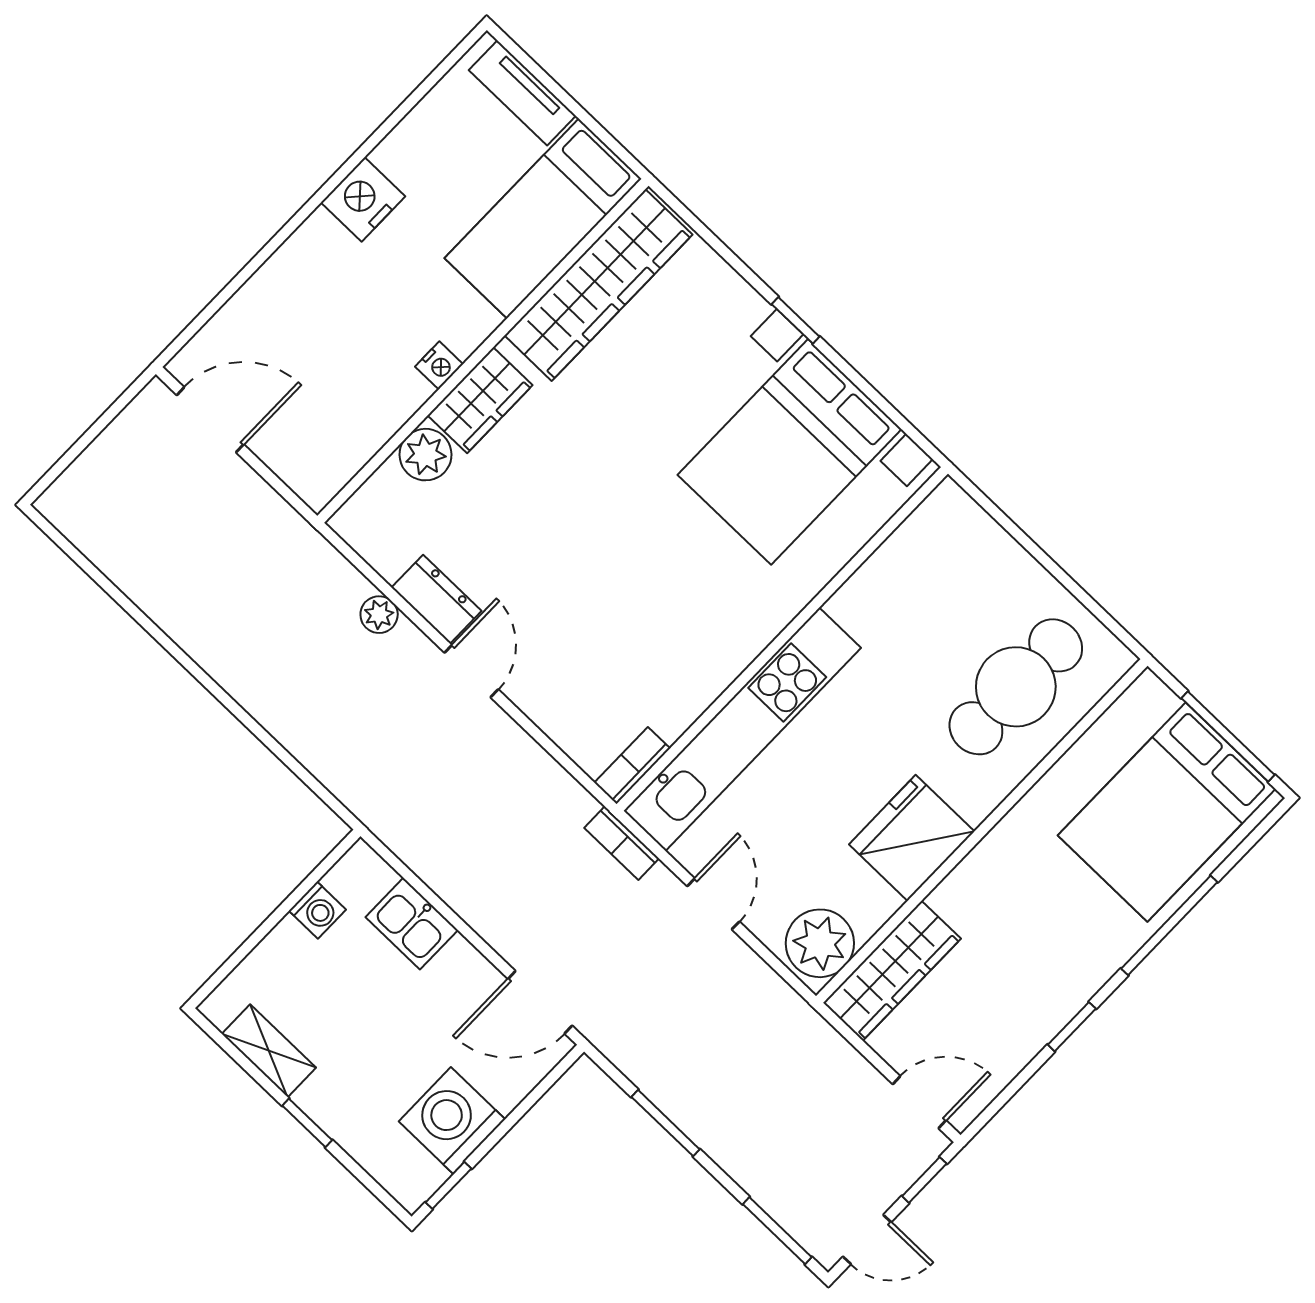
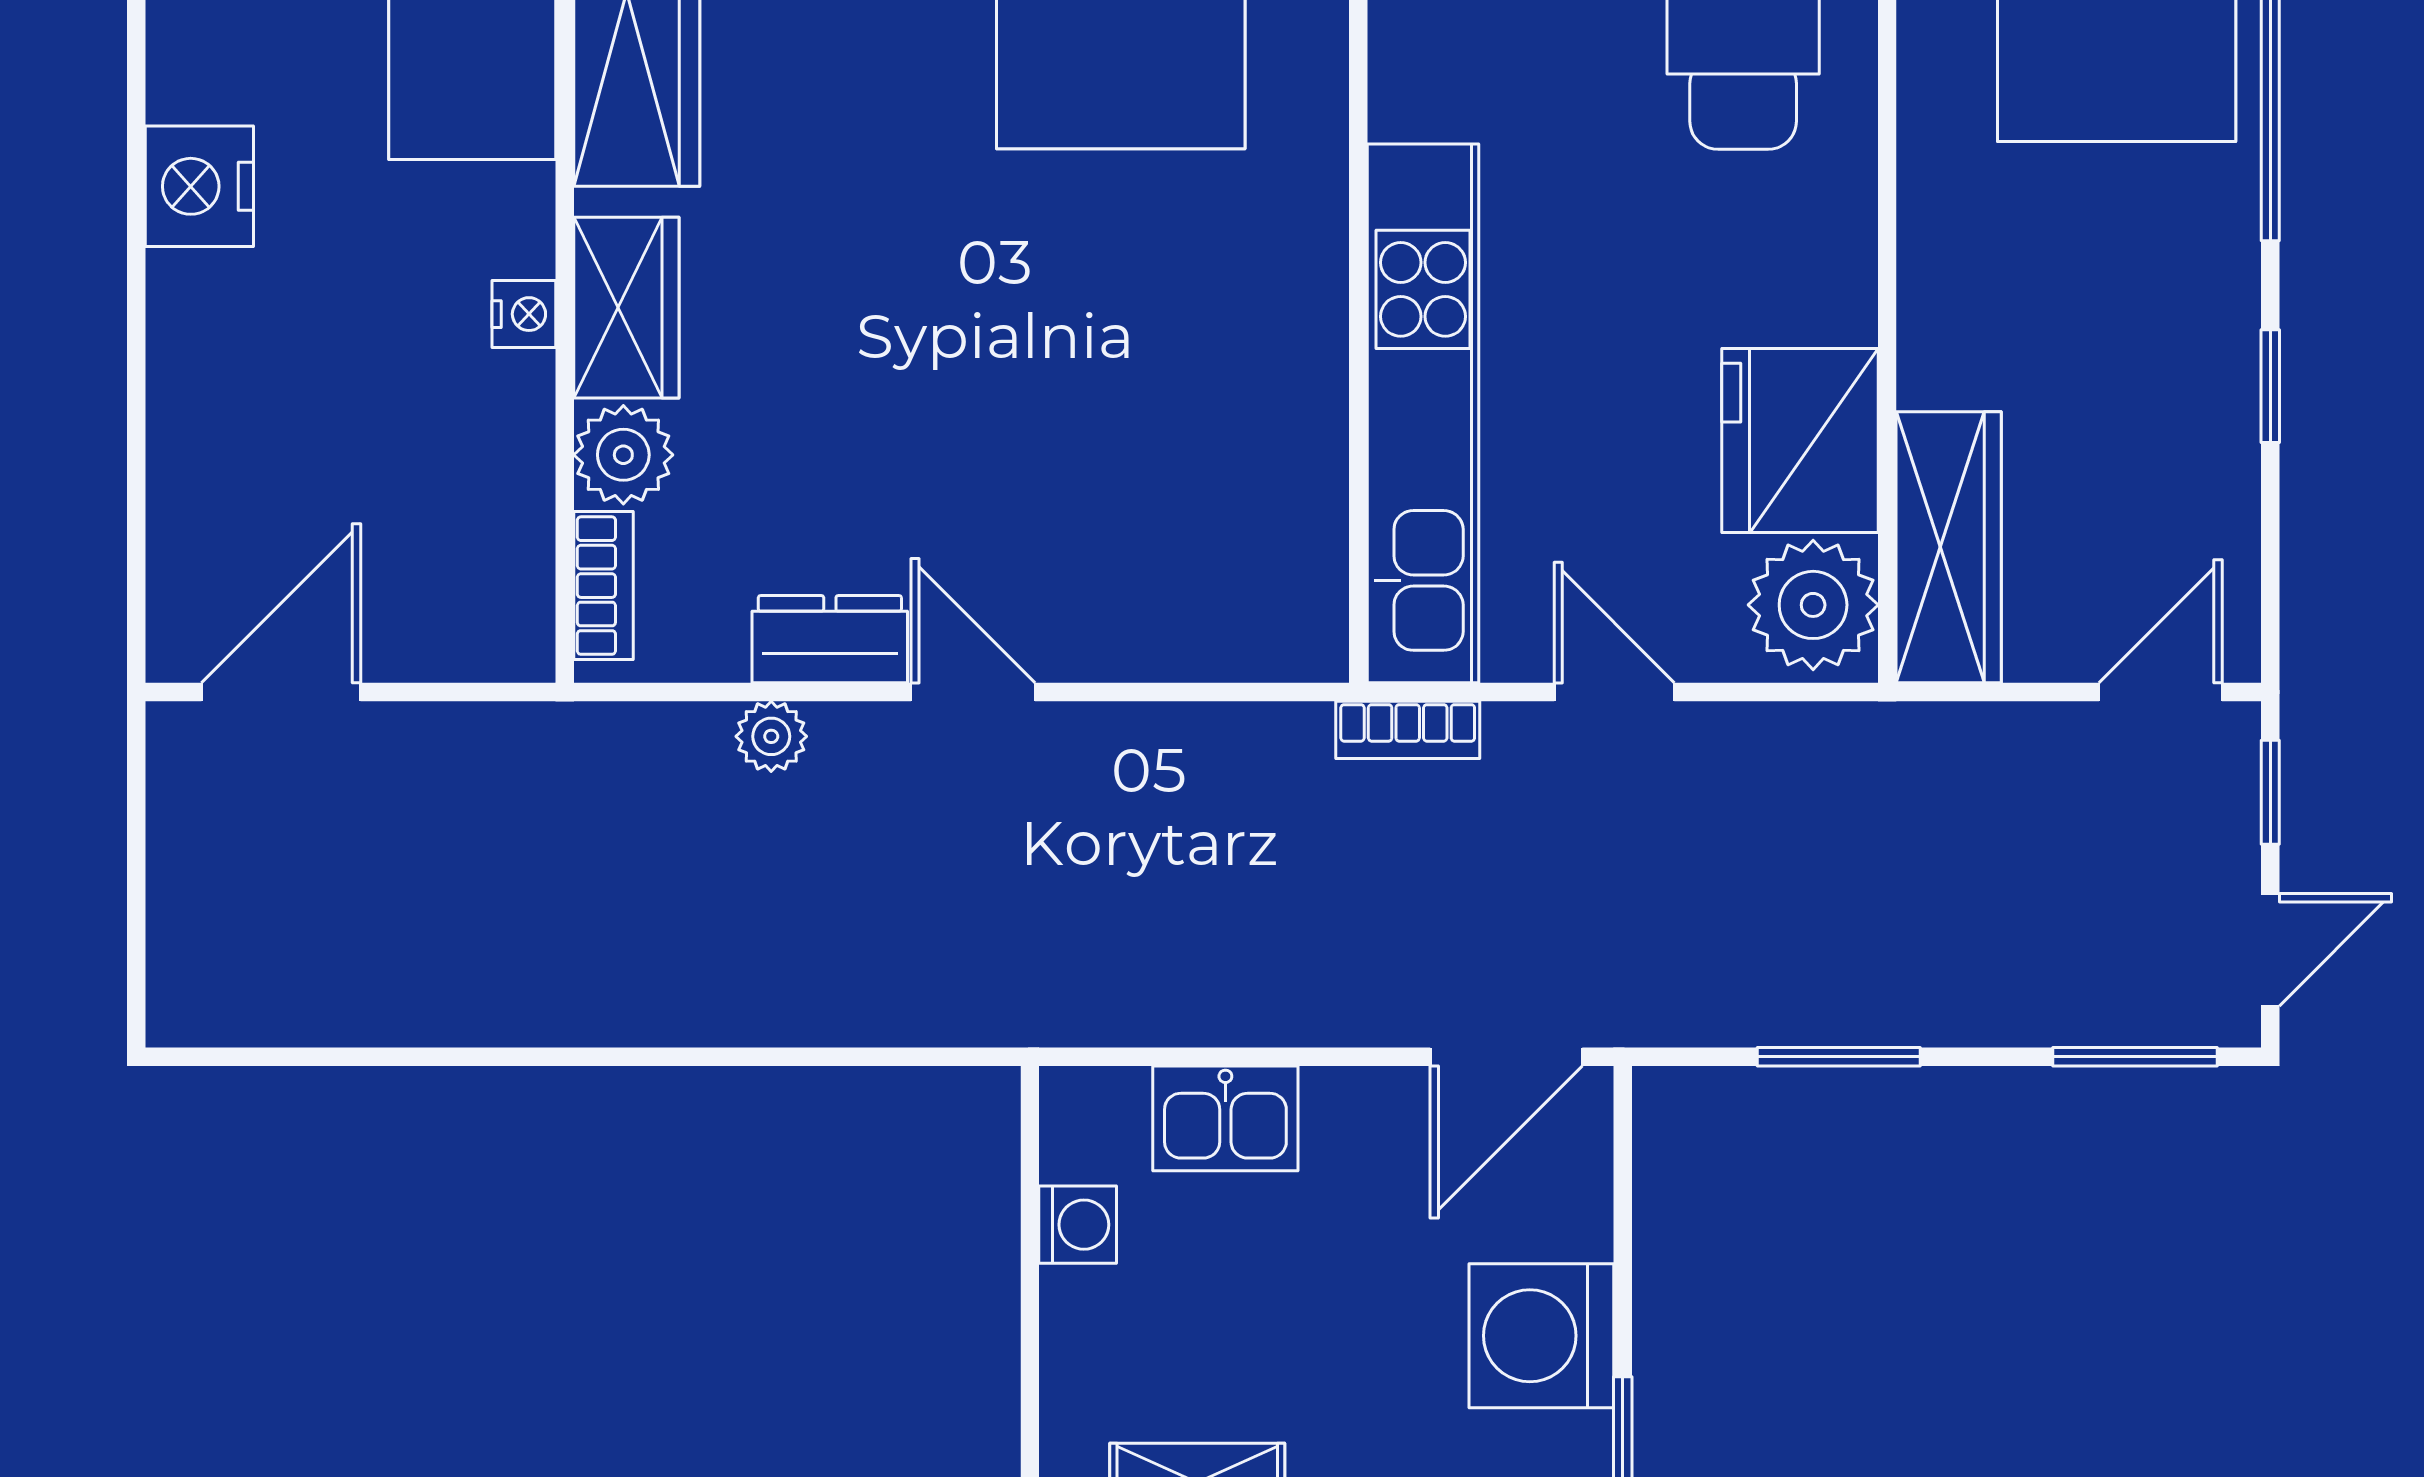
bookcase: (632, 765) -> (604, 586), moved, turned 180
fridge: (912, 838) -> (1800, 440), moved

